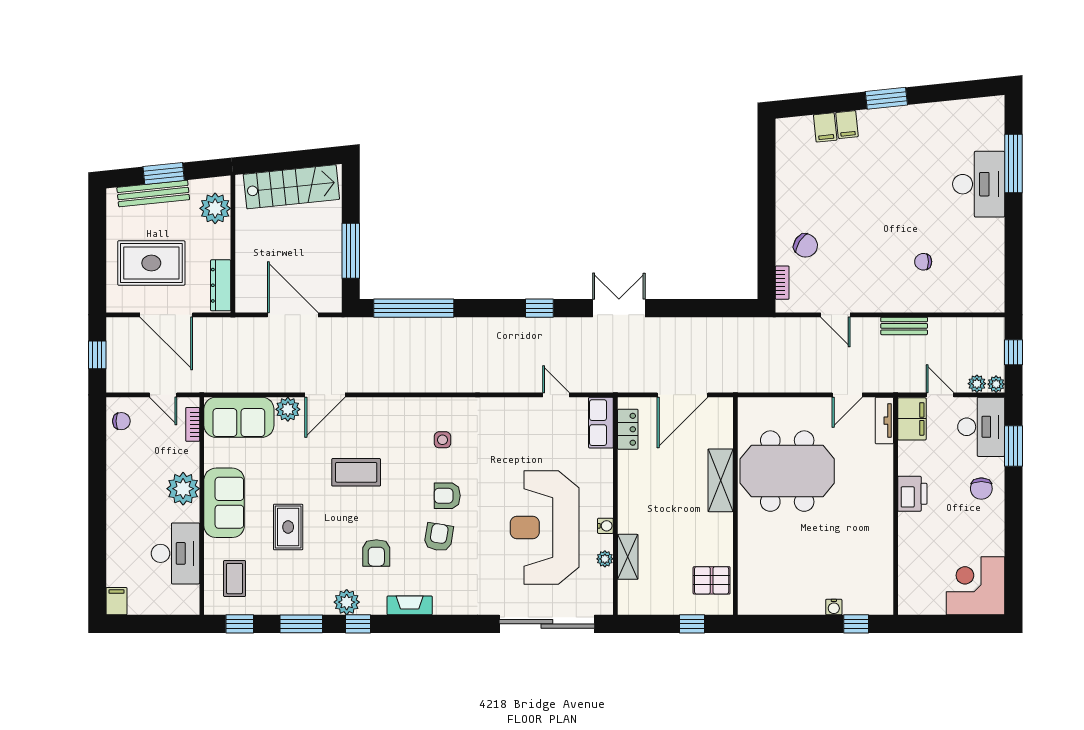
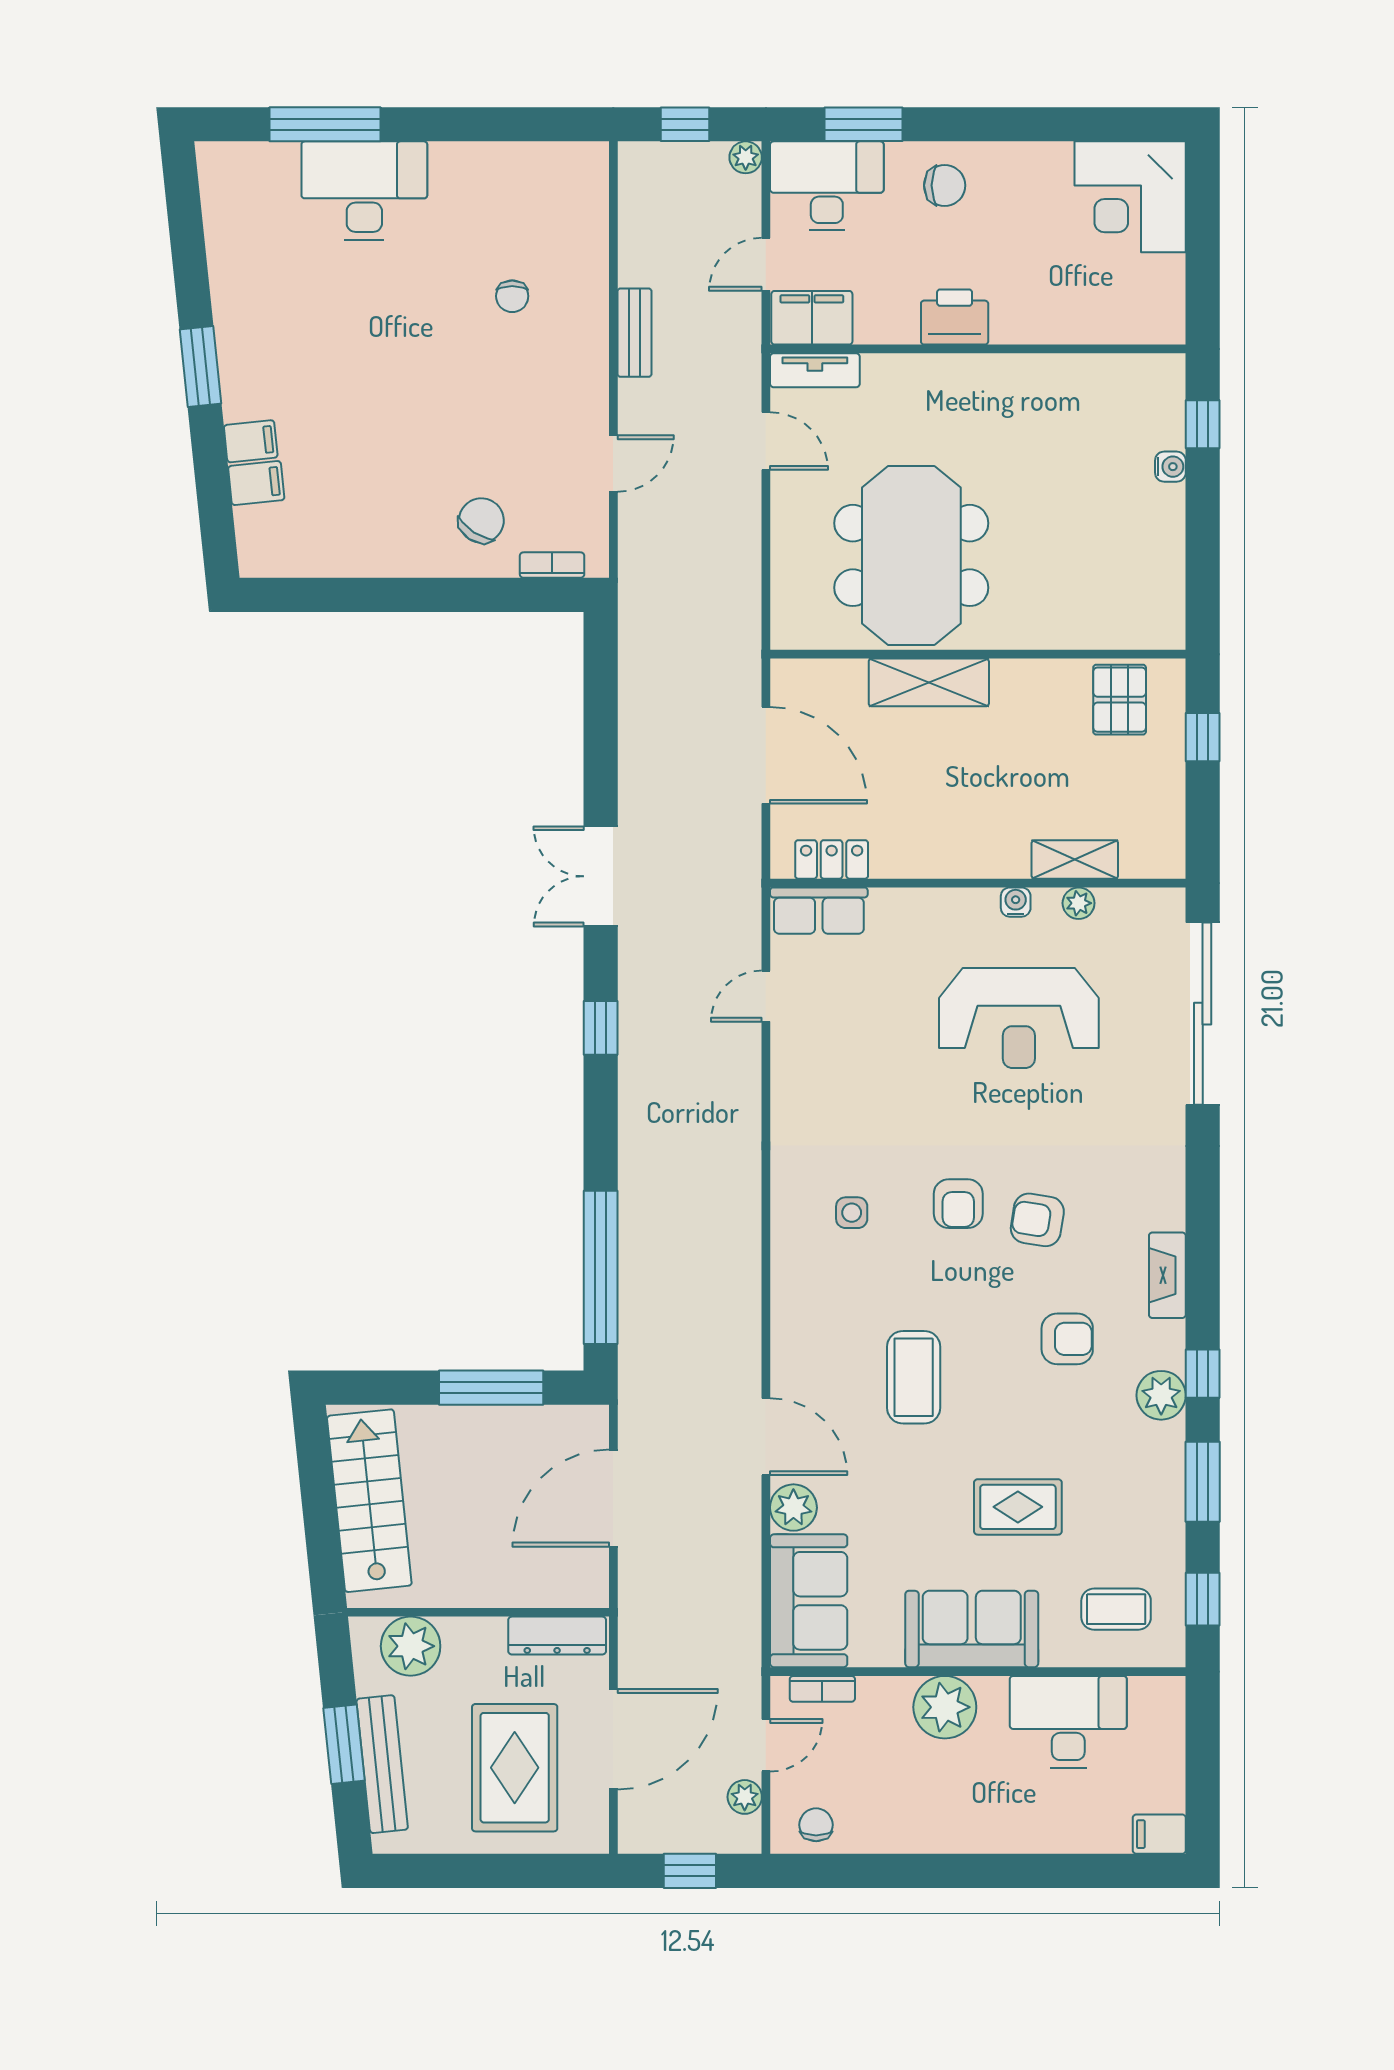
plant: (977, 384) -> (745, 1797), moved
reception desk: (545, 527) -> (1019, 1018), width x0.74, depth x0.77

